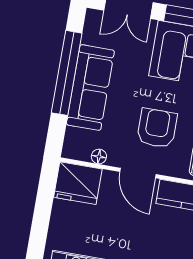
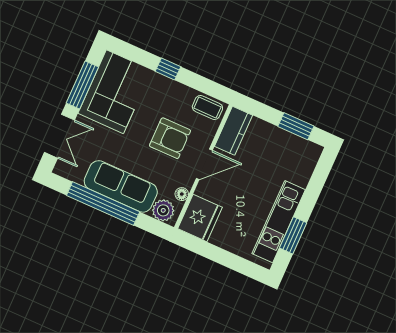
armchair: (157, 128) -> (170, 138), turned 180
plant: (76, 141) -> (163, 210), added

